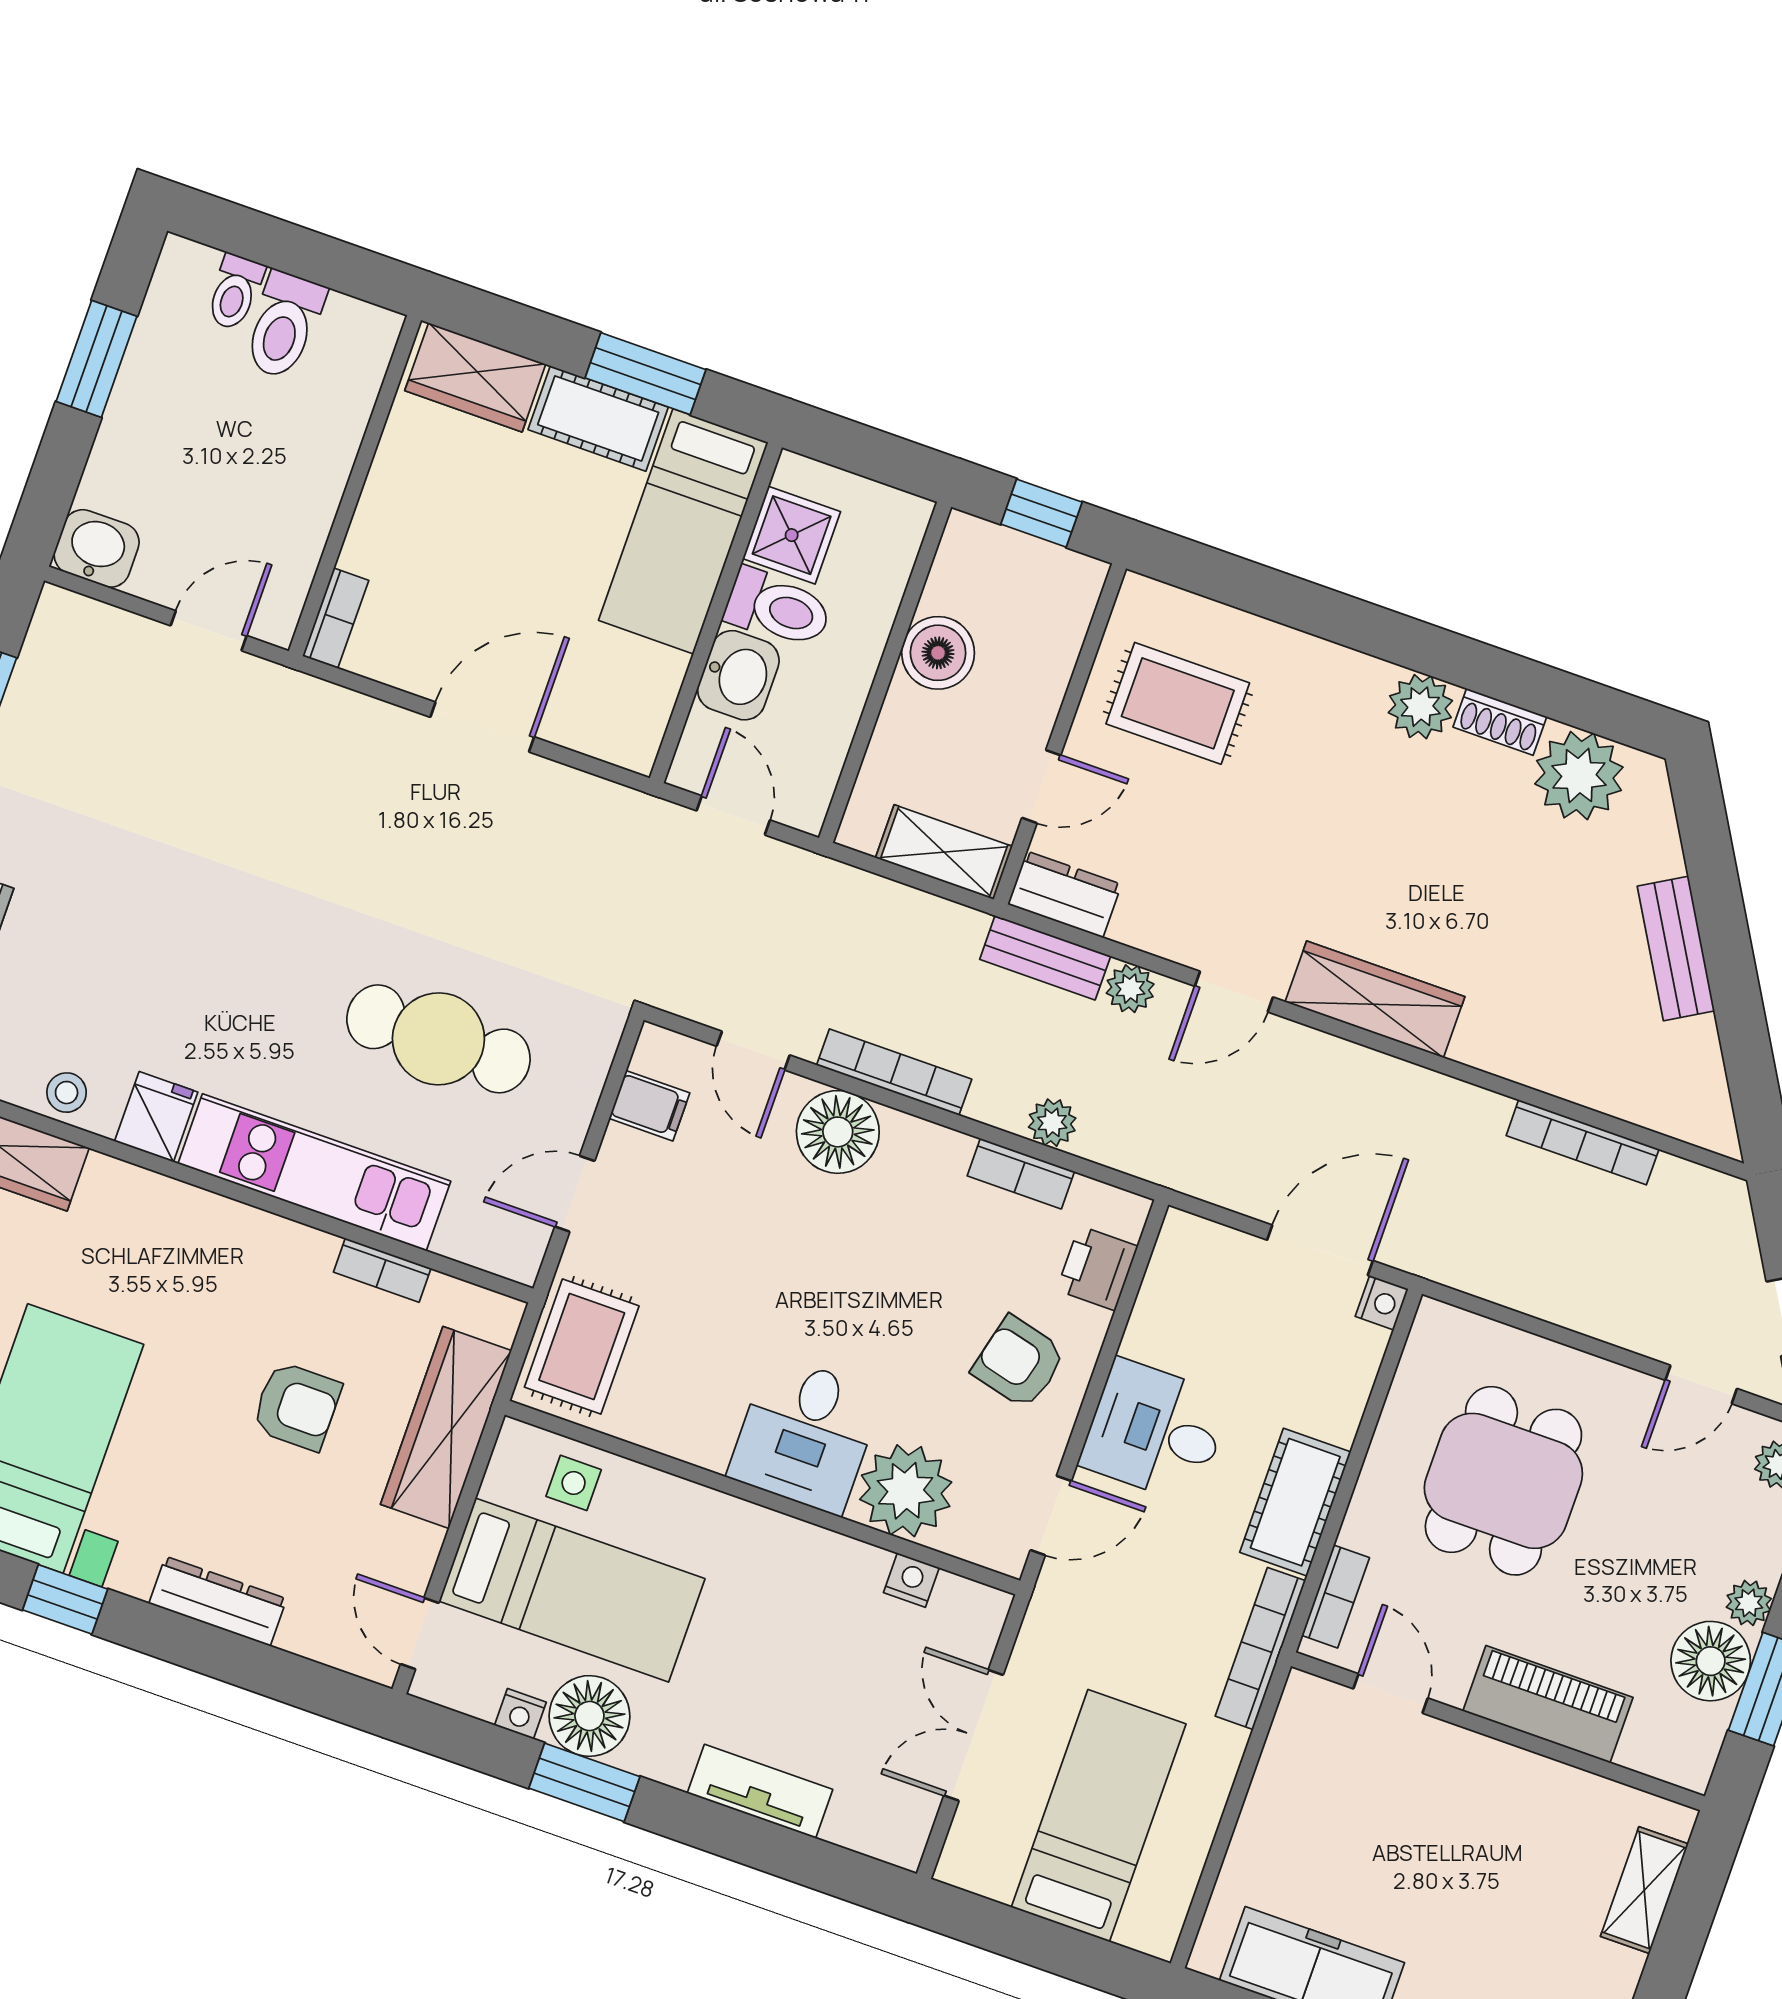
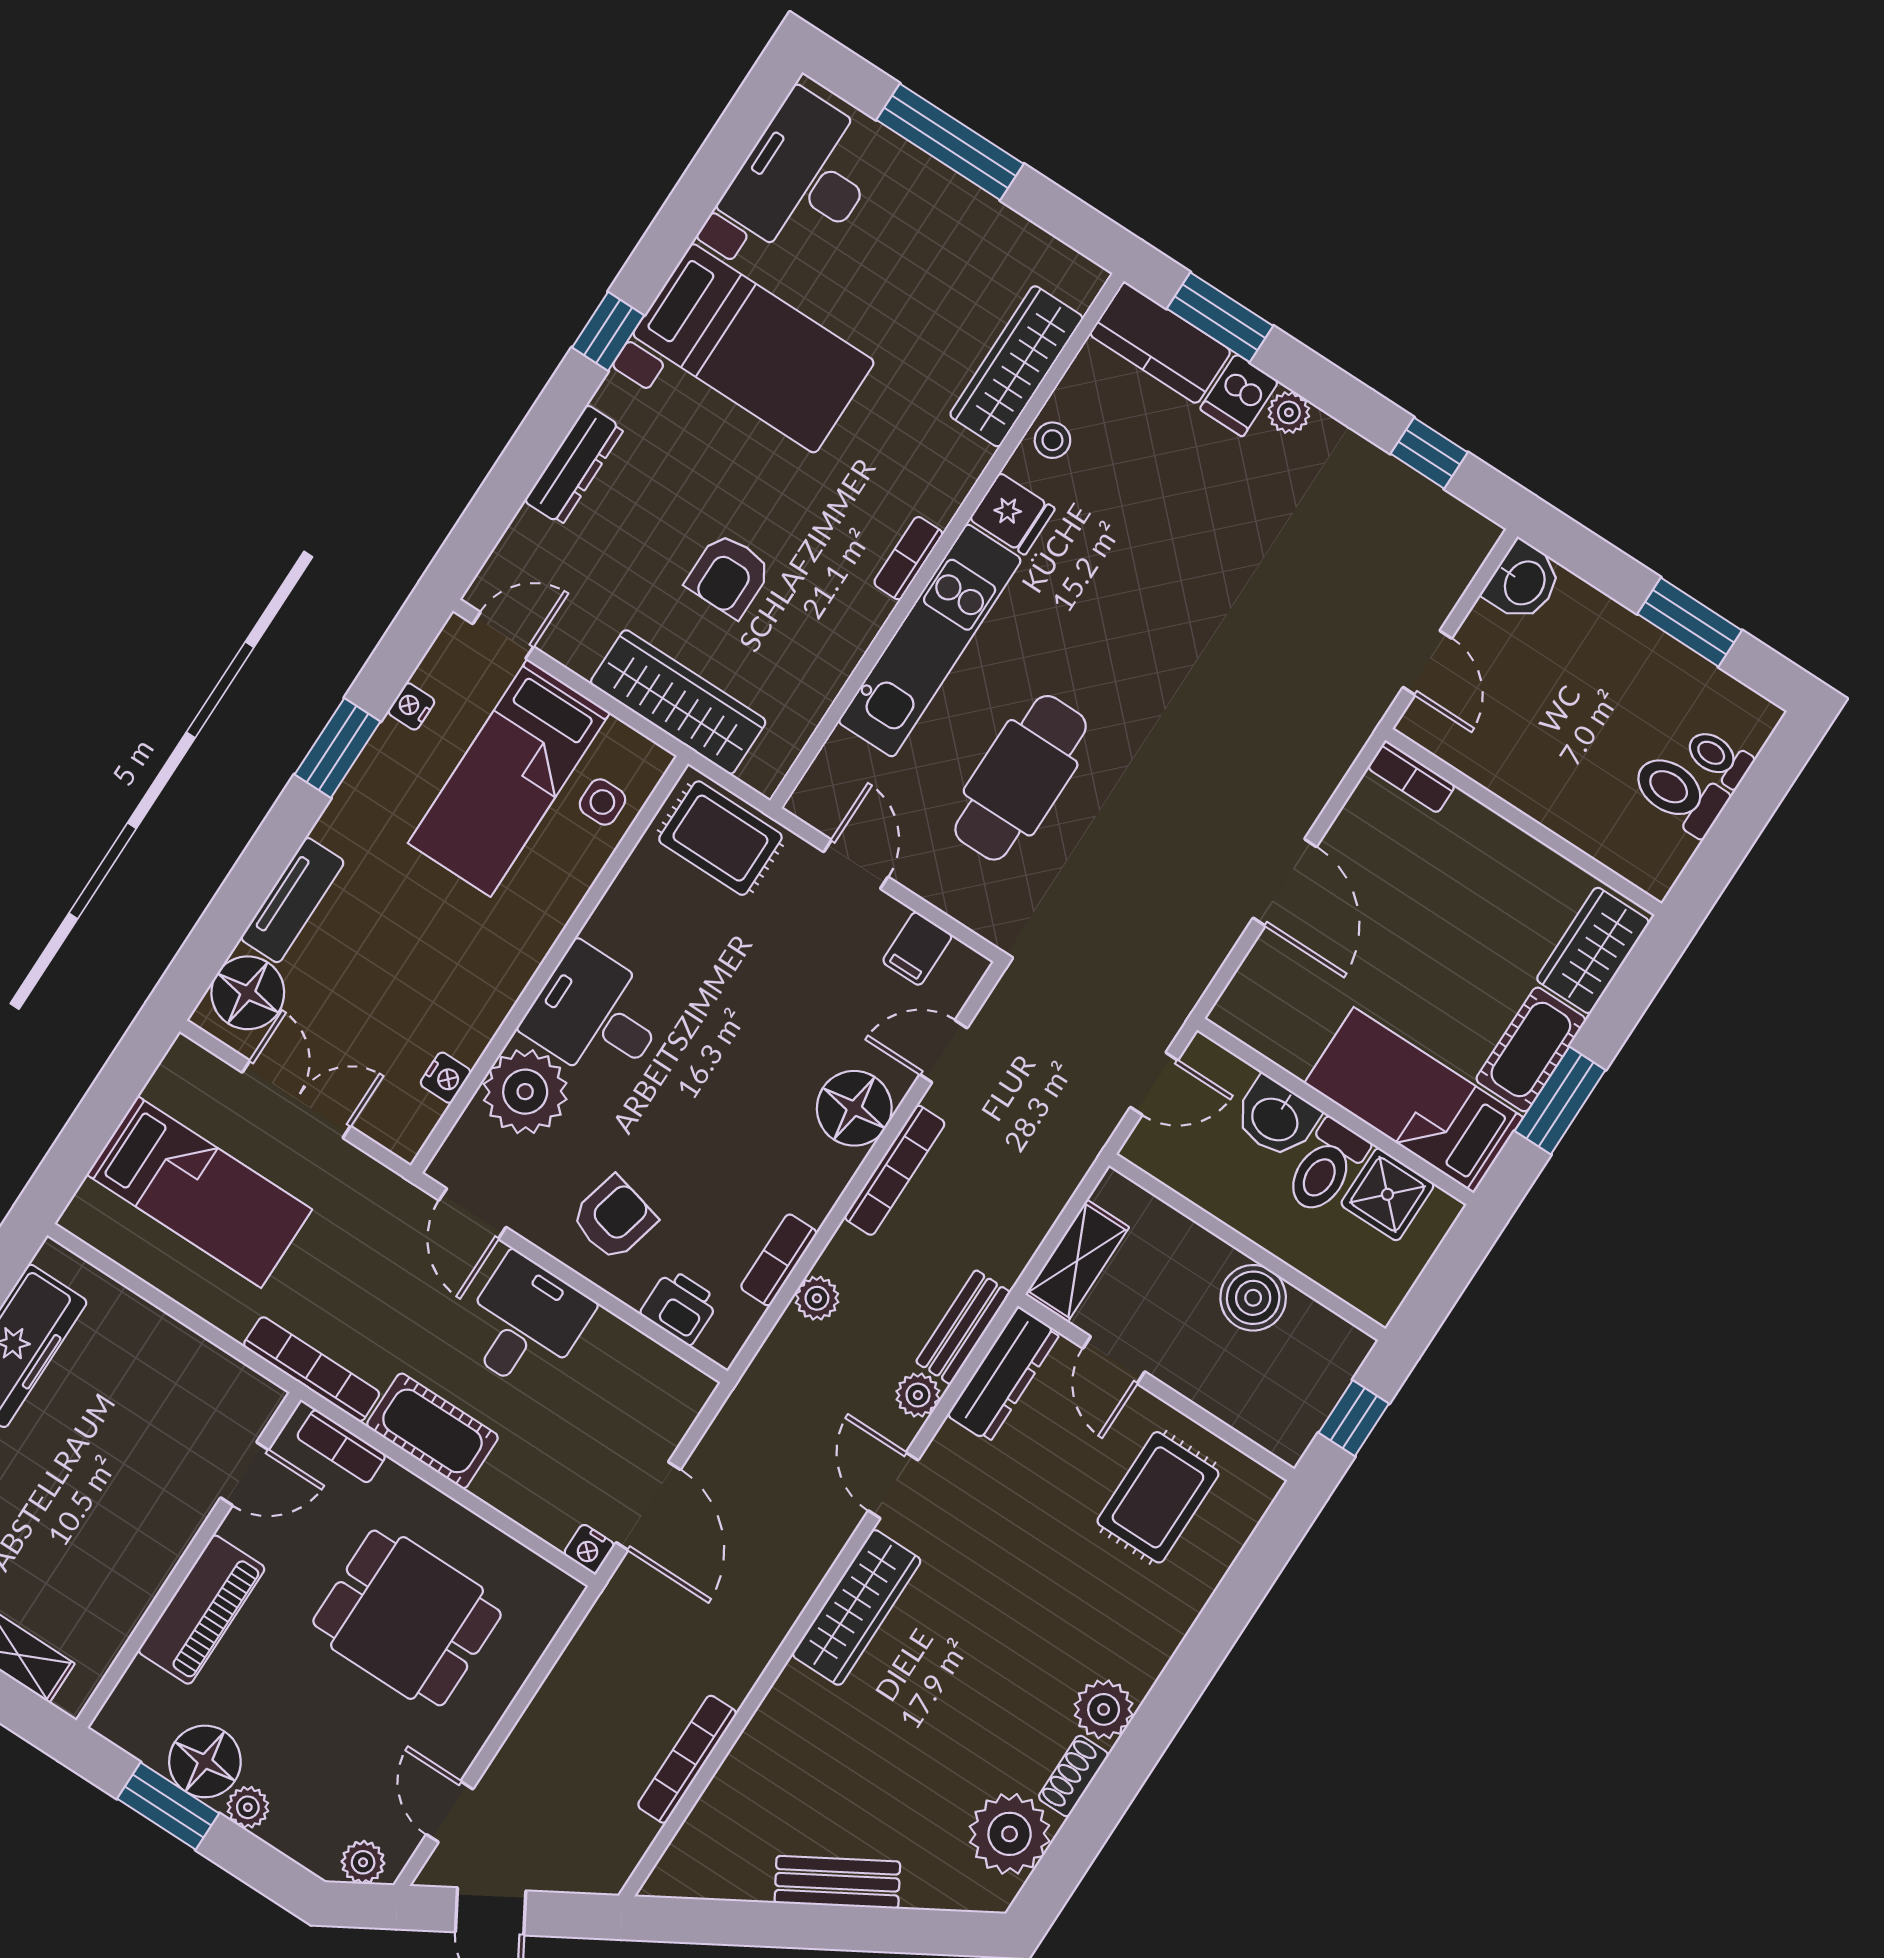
dresser: (1065, 894) -> (1004, 1374), width x1.44
bookcase: (382, 1270) -> (908, 558), moved
floor lamp: (589, 1716) -> (248, 993), moved

